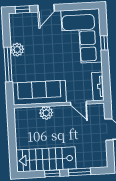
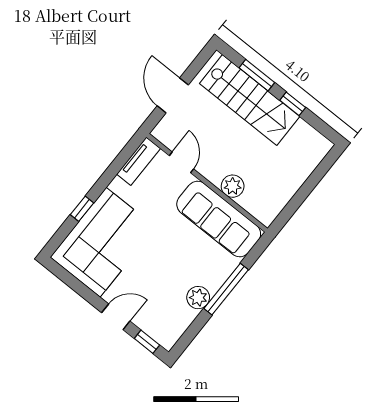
stairs: (46, 159) -> (250, 100), moved

